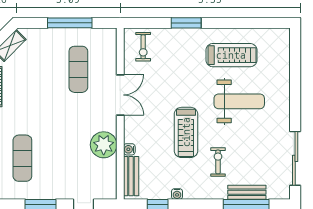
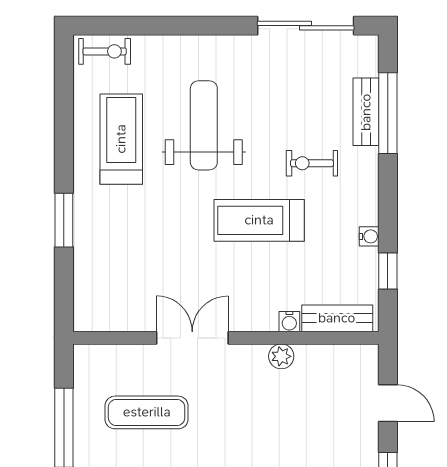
exercise bike: (143, 47) -> (105, 51), moved
treadmill: (186, 132) -> (259, 220), turned 180
plant: (104, 145) -> (281, 356), width x0.53, depth x0.53

